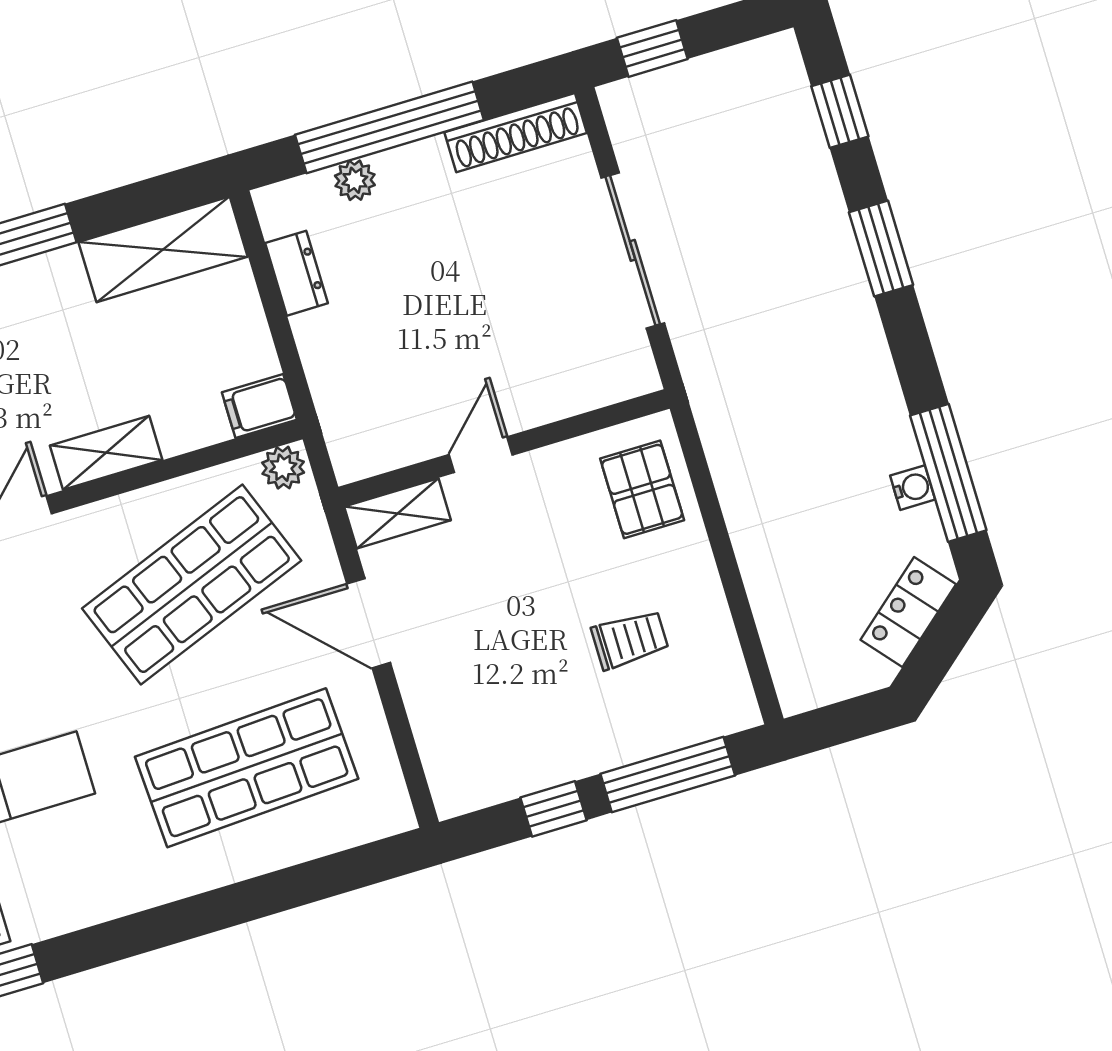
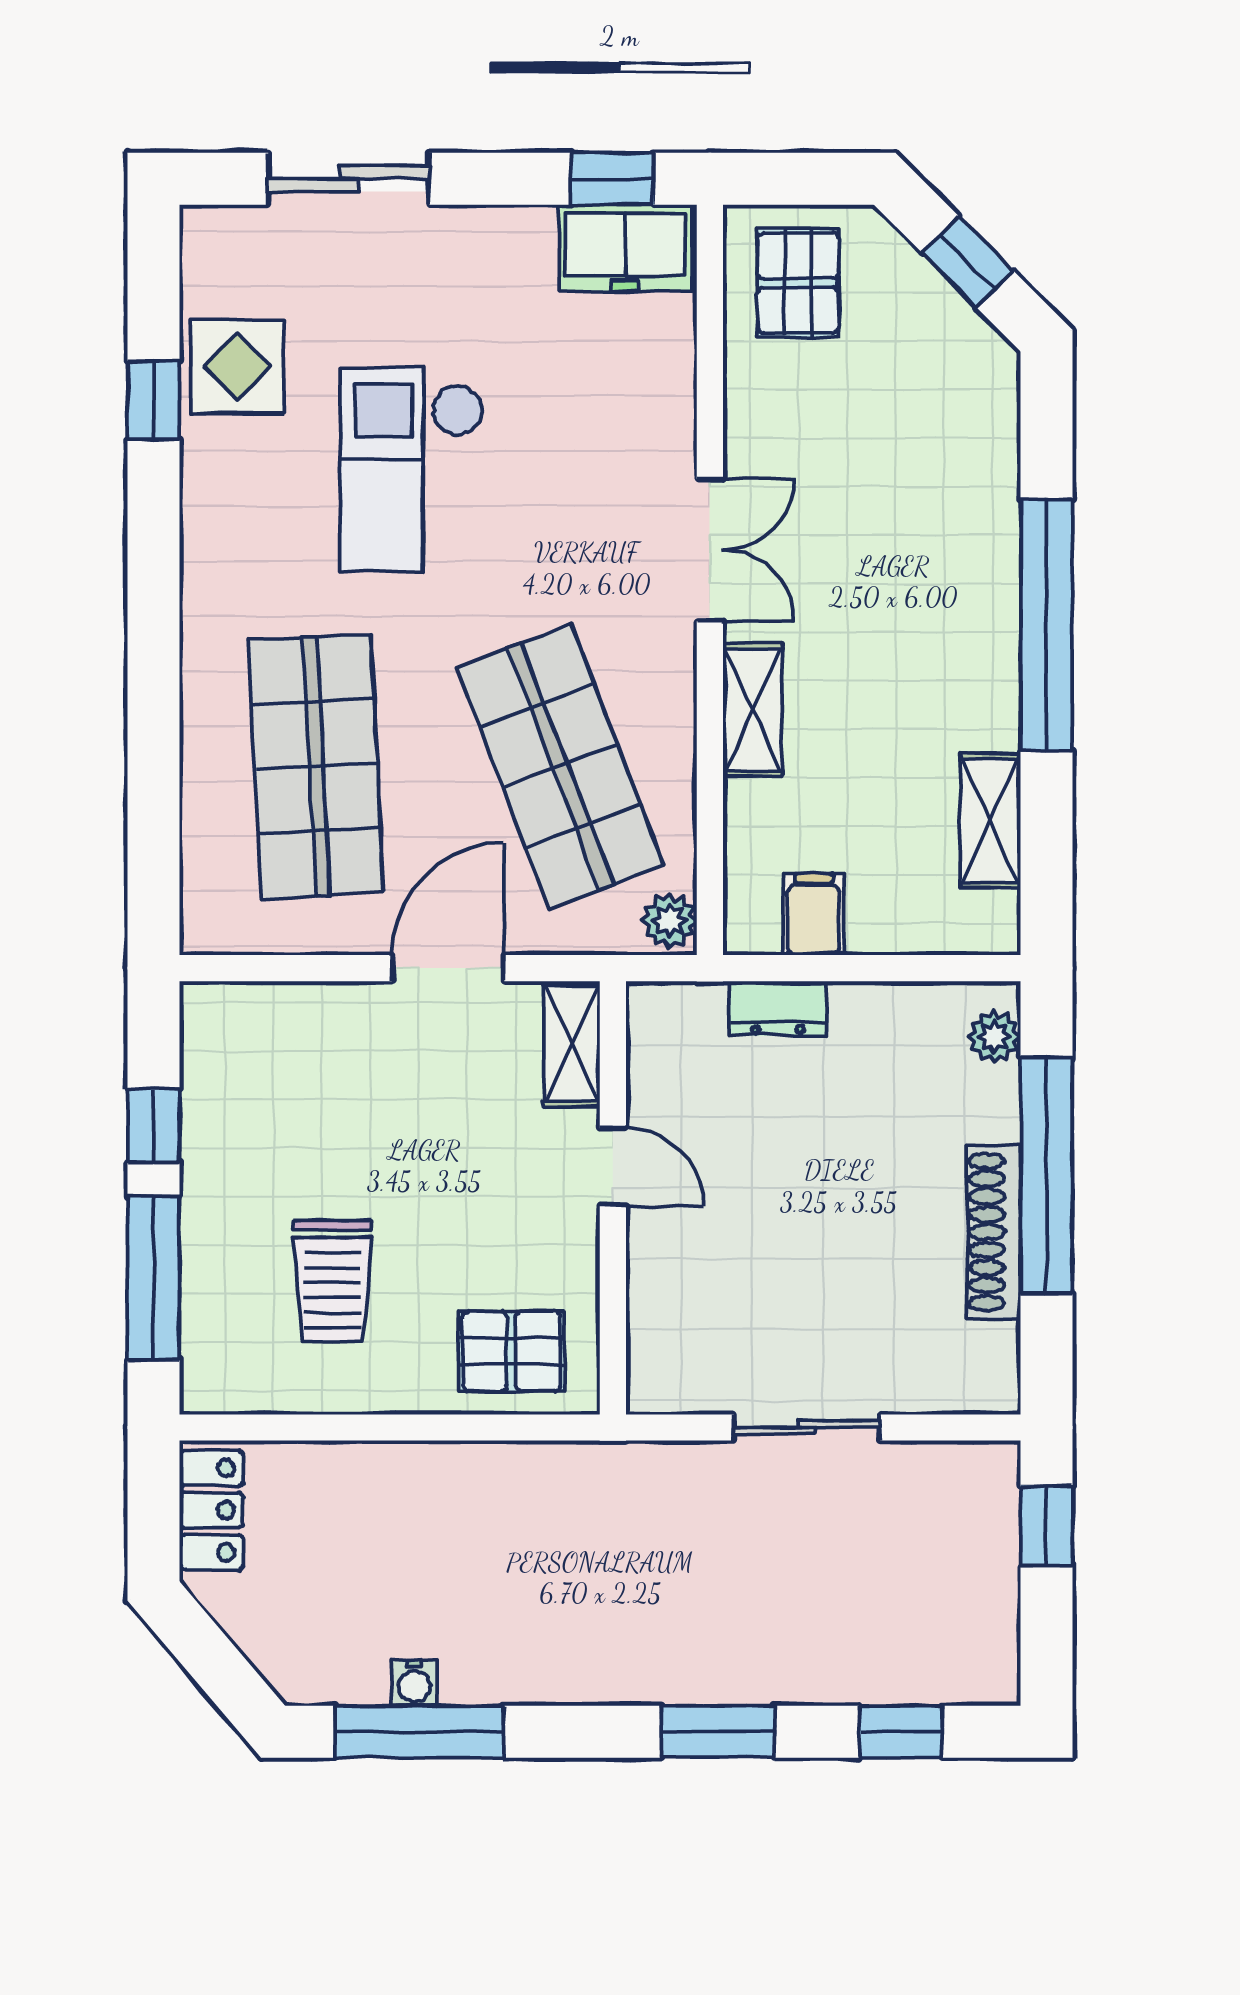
shoe rack: (516, 133) -> (994, 1232), moved
plant: (355, 180) -> (994, 1037), moved
shelving: (163, 249) -> (990, 820), width x0.67, depth x0.75
sliding door: (633, 250) -> (807, 1428), width x0.73
dresser: (297, 273) -> (778, 1008), moved
filing cabinet: (259, 406) -> (814, 914), moved
locker: (908, 612) -> (211, 1510), moved, turned 40
trolley: (630, 640) -> (332, 1281), width x1.36, depth x1.39

